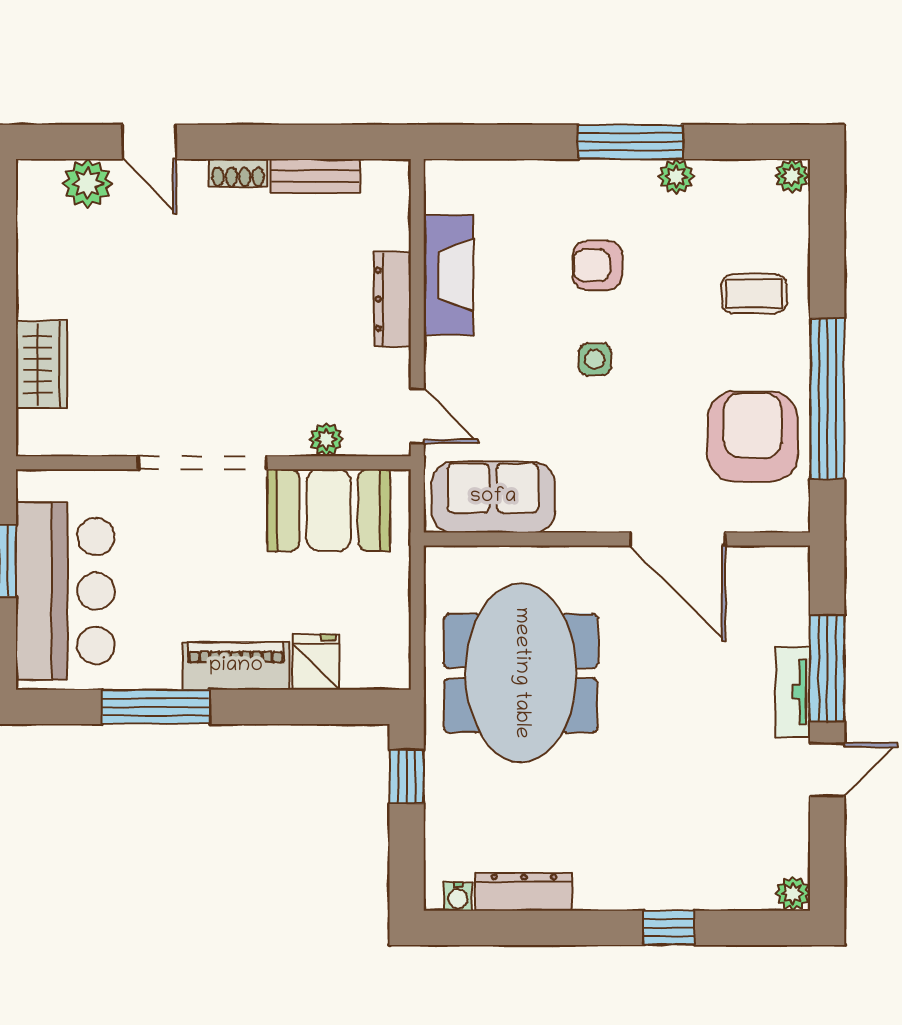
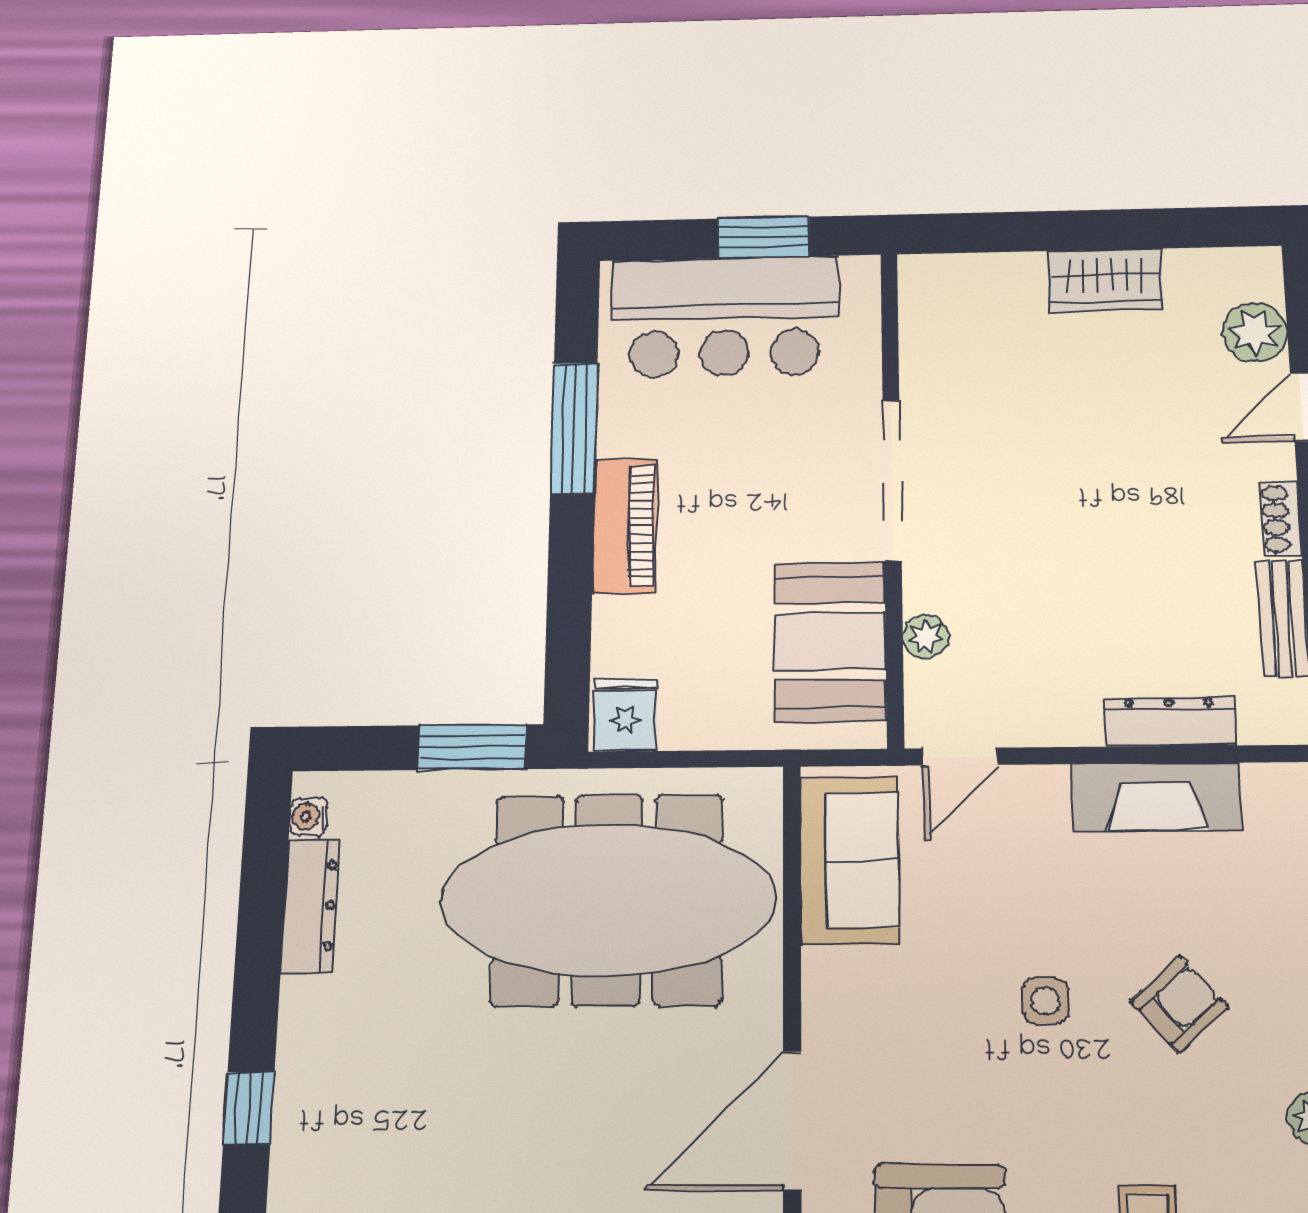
armchair: (597, 265) -> (1179, 1004), turned 48
dresser: (392, 299) -> (1170, 721), moved
wardrobe: (41, 364) -> (1105, 280), moved
fridge: (316, 662) -> (625, 714), moved, turned -90
meeting table: (521, 673) -> (608, 900), width x1.36
window: (407, 777) -> (472, 747), width x1.50

